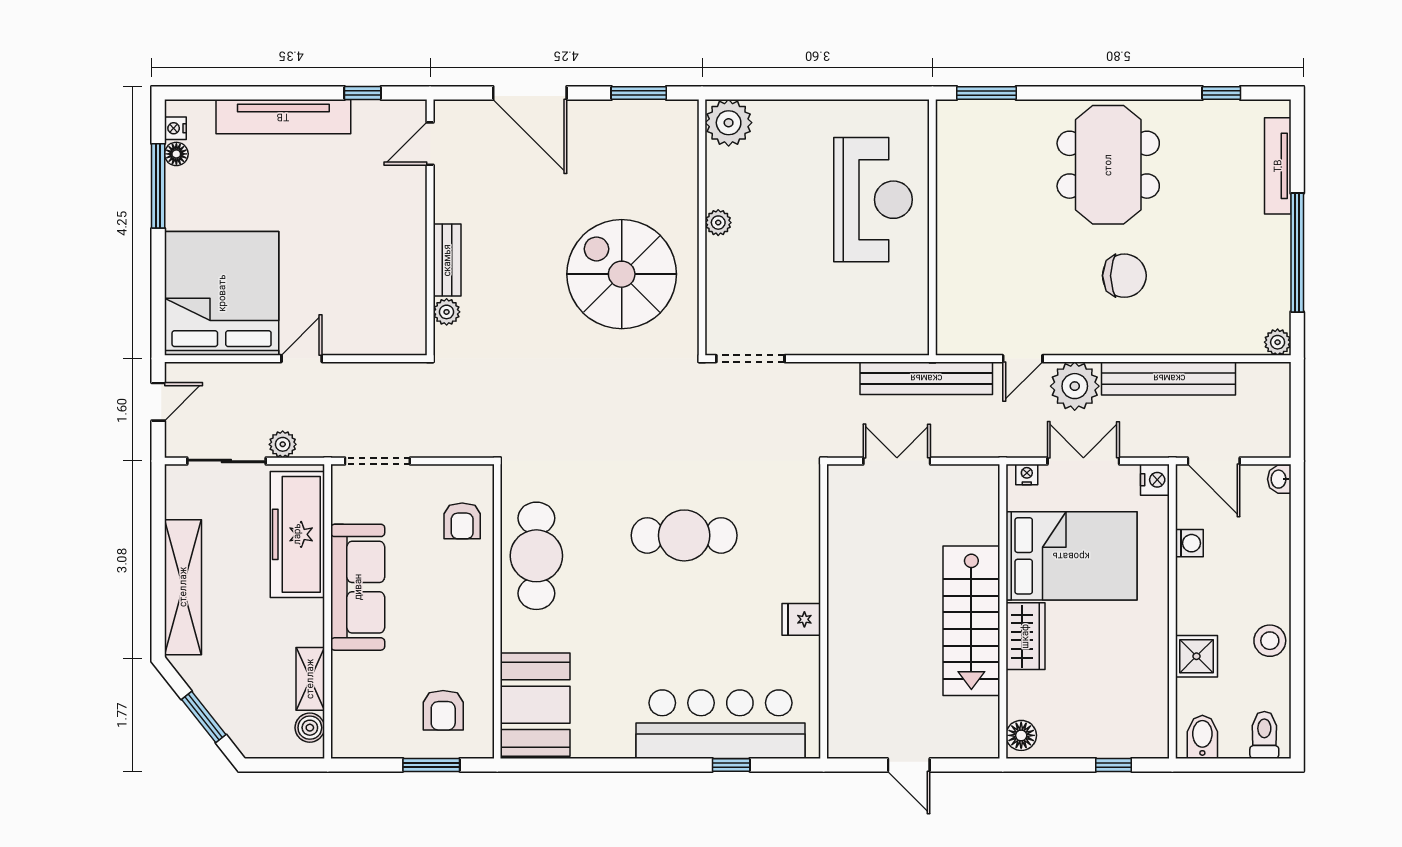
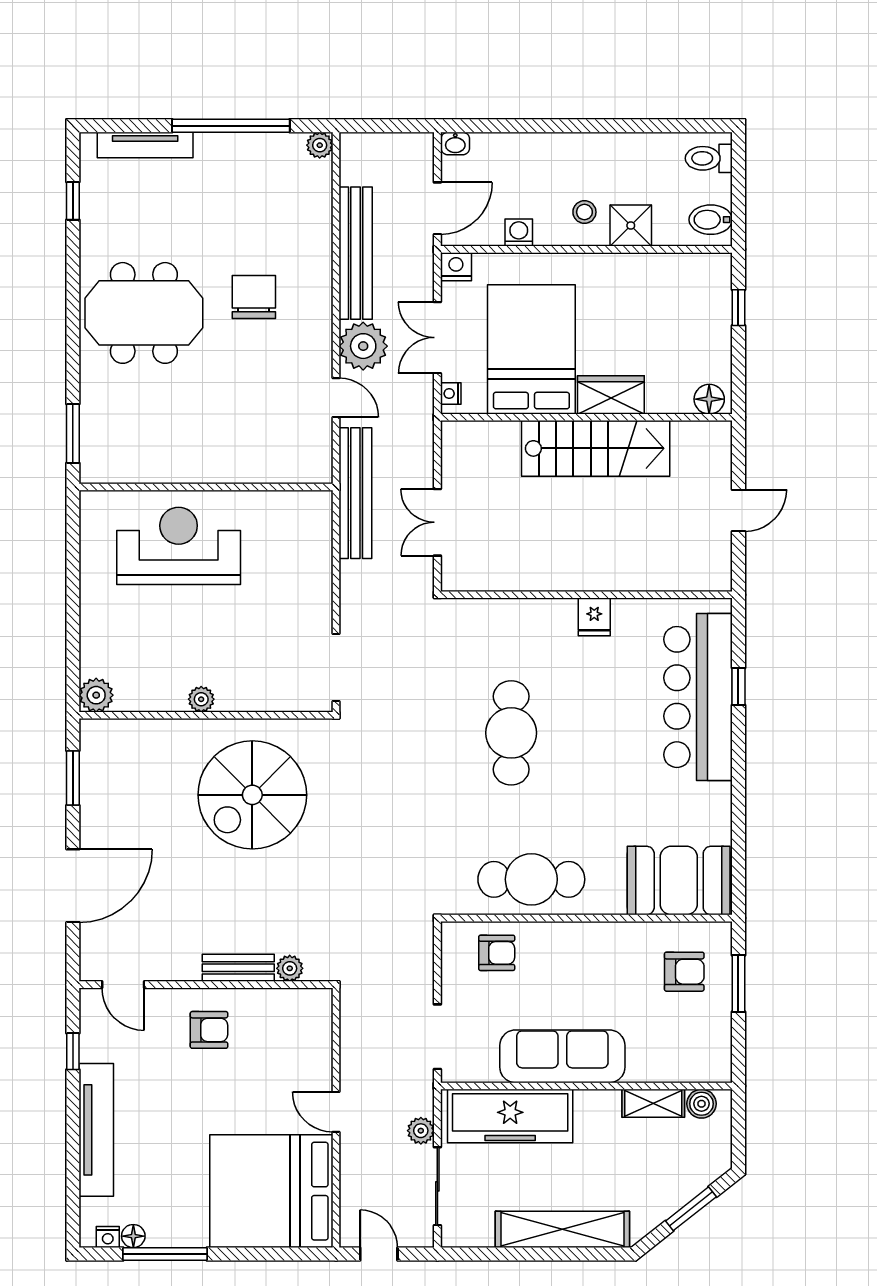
plant: (729, 123) -> (96, 695), width x0.73, depth x0.73
armchair: (384, 230) -> (209, 1030), added
stool: (1270, 641) -> (584, 212), moved, width x0.73, depth x0.73

